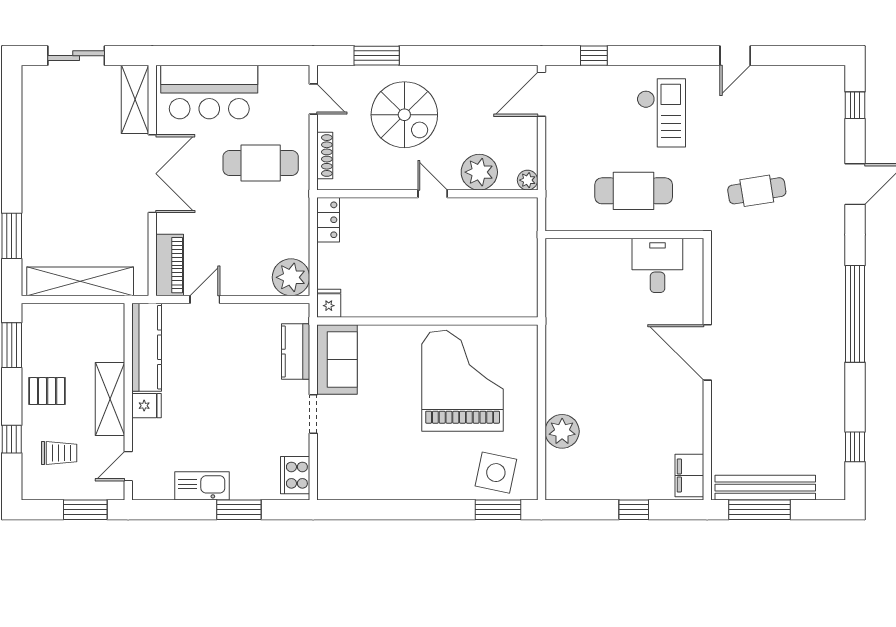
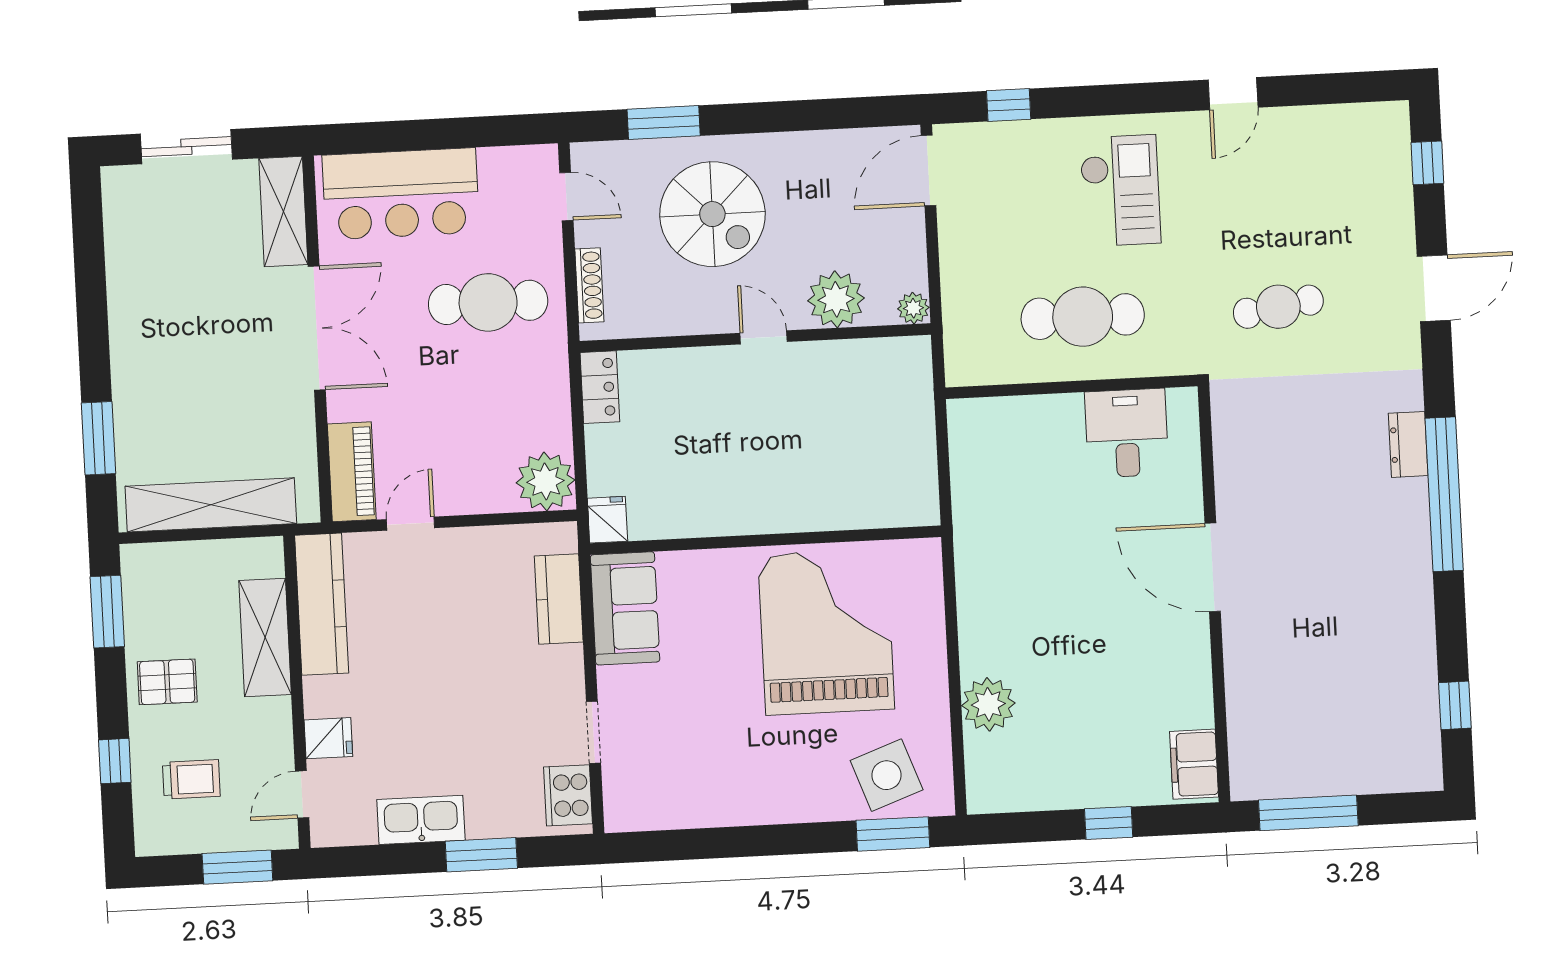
dresser: (834, 281) -> (1408, 444), added
shelving: (110, 399) -> (265, 637), moved
fridge: (146, 406) -> (328, 738), moved
doorway: (313, 414) -> (594, 732), moved
side table: (496, 473) -> (887, 775), turned -32
bench: (765, 488) -> (1315, 777), removed

